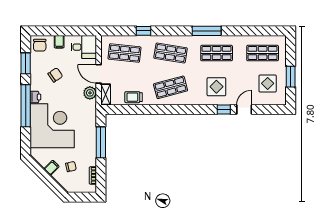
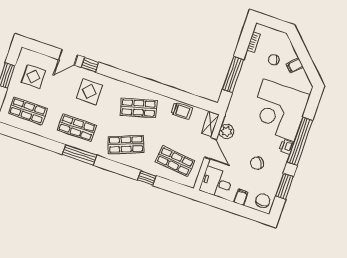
shop shelf: (171, 53) -> (126, 144), turned -30

